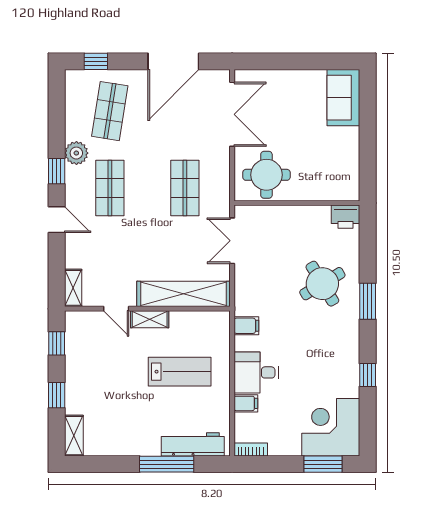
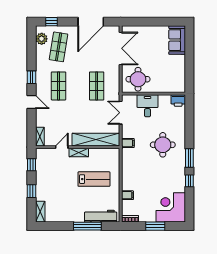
plant: (76, 153) -> (42, 39), moved
round table: (322, 284) -> (163, 145), moved, turned 31
window: (368, 301) -> (189, 158), moved
door: (116, 309) -> (62, 147), swing flipped
filing cabinet: (246, 326) -> (128, 143), moved
desk: (256, 372) -> (148, 106), moved, turned 90
window: (323, 464) -> (155, 226), moved

